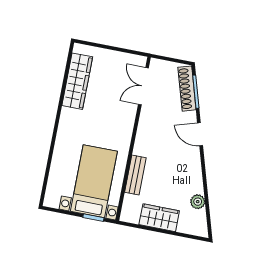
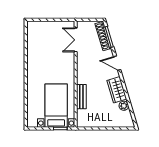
wardrobe: (77, 81) -> (33, 45), removed
wardrobe: (159, 218) -> (117, 90), moved, turned -107

